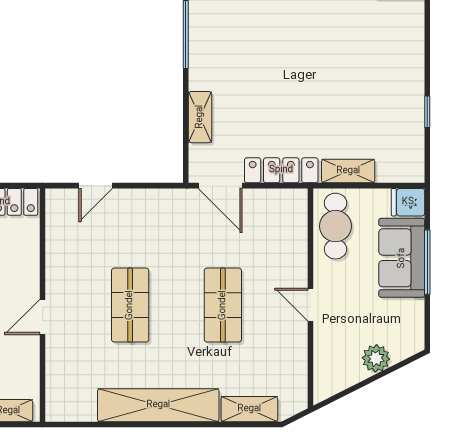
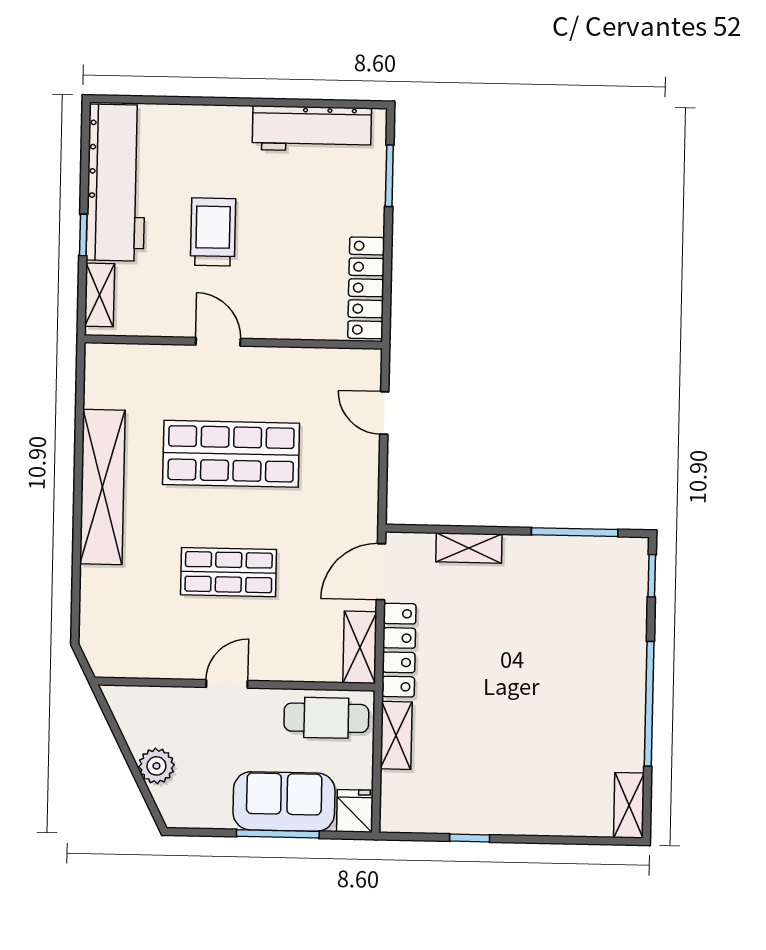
shop shelf: (130, 305) -> (231, 454), width x1.43, depth x1.36
shelving: (249, 409) -> (360, 647), moved

